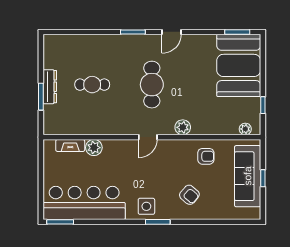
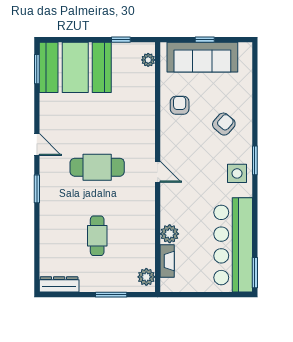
dresser: (50, 87) -> (59, 284), moved
plant: (183, 127) -> (146, 277), moved

